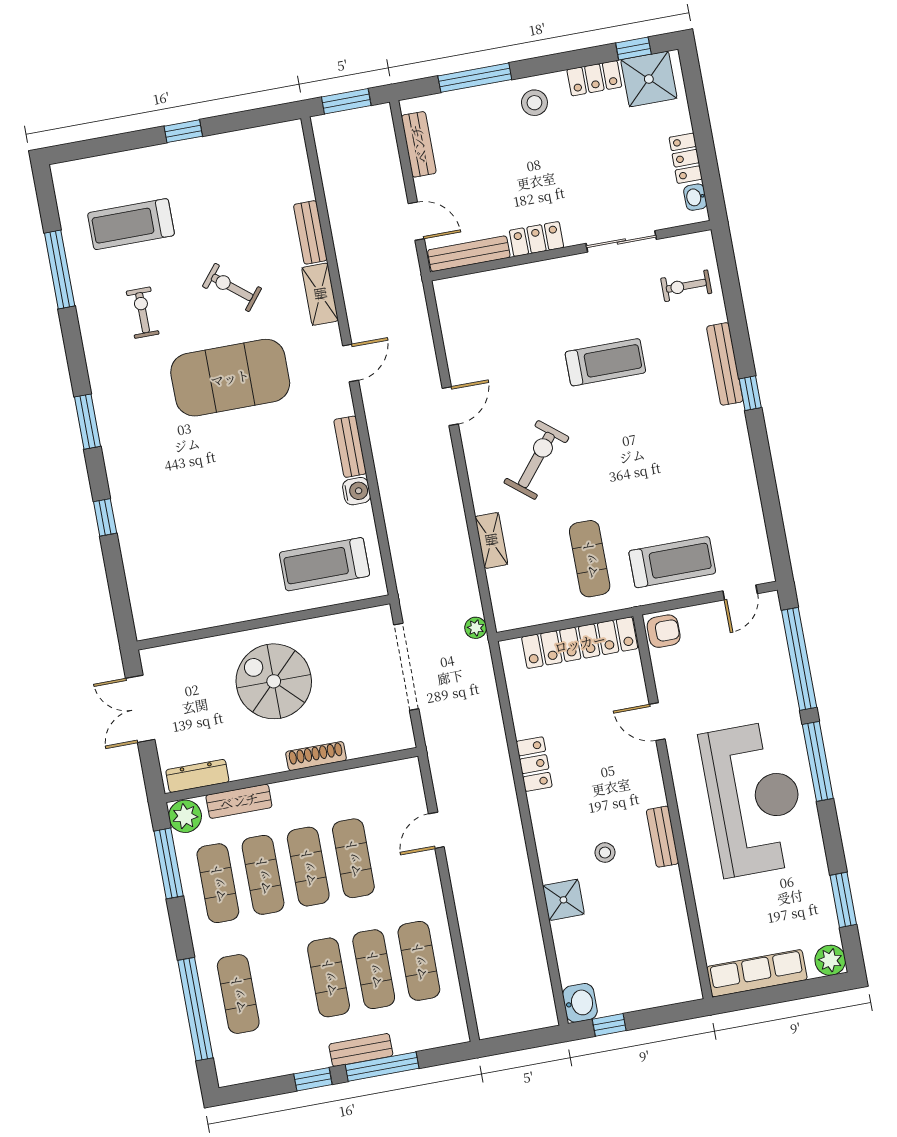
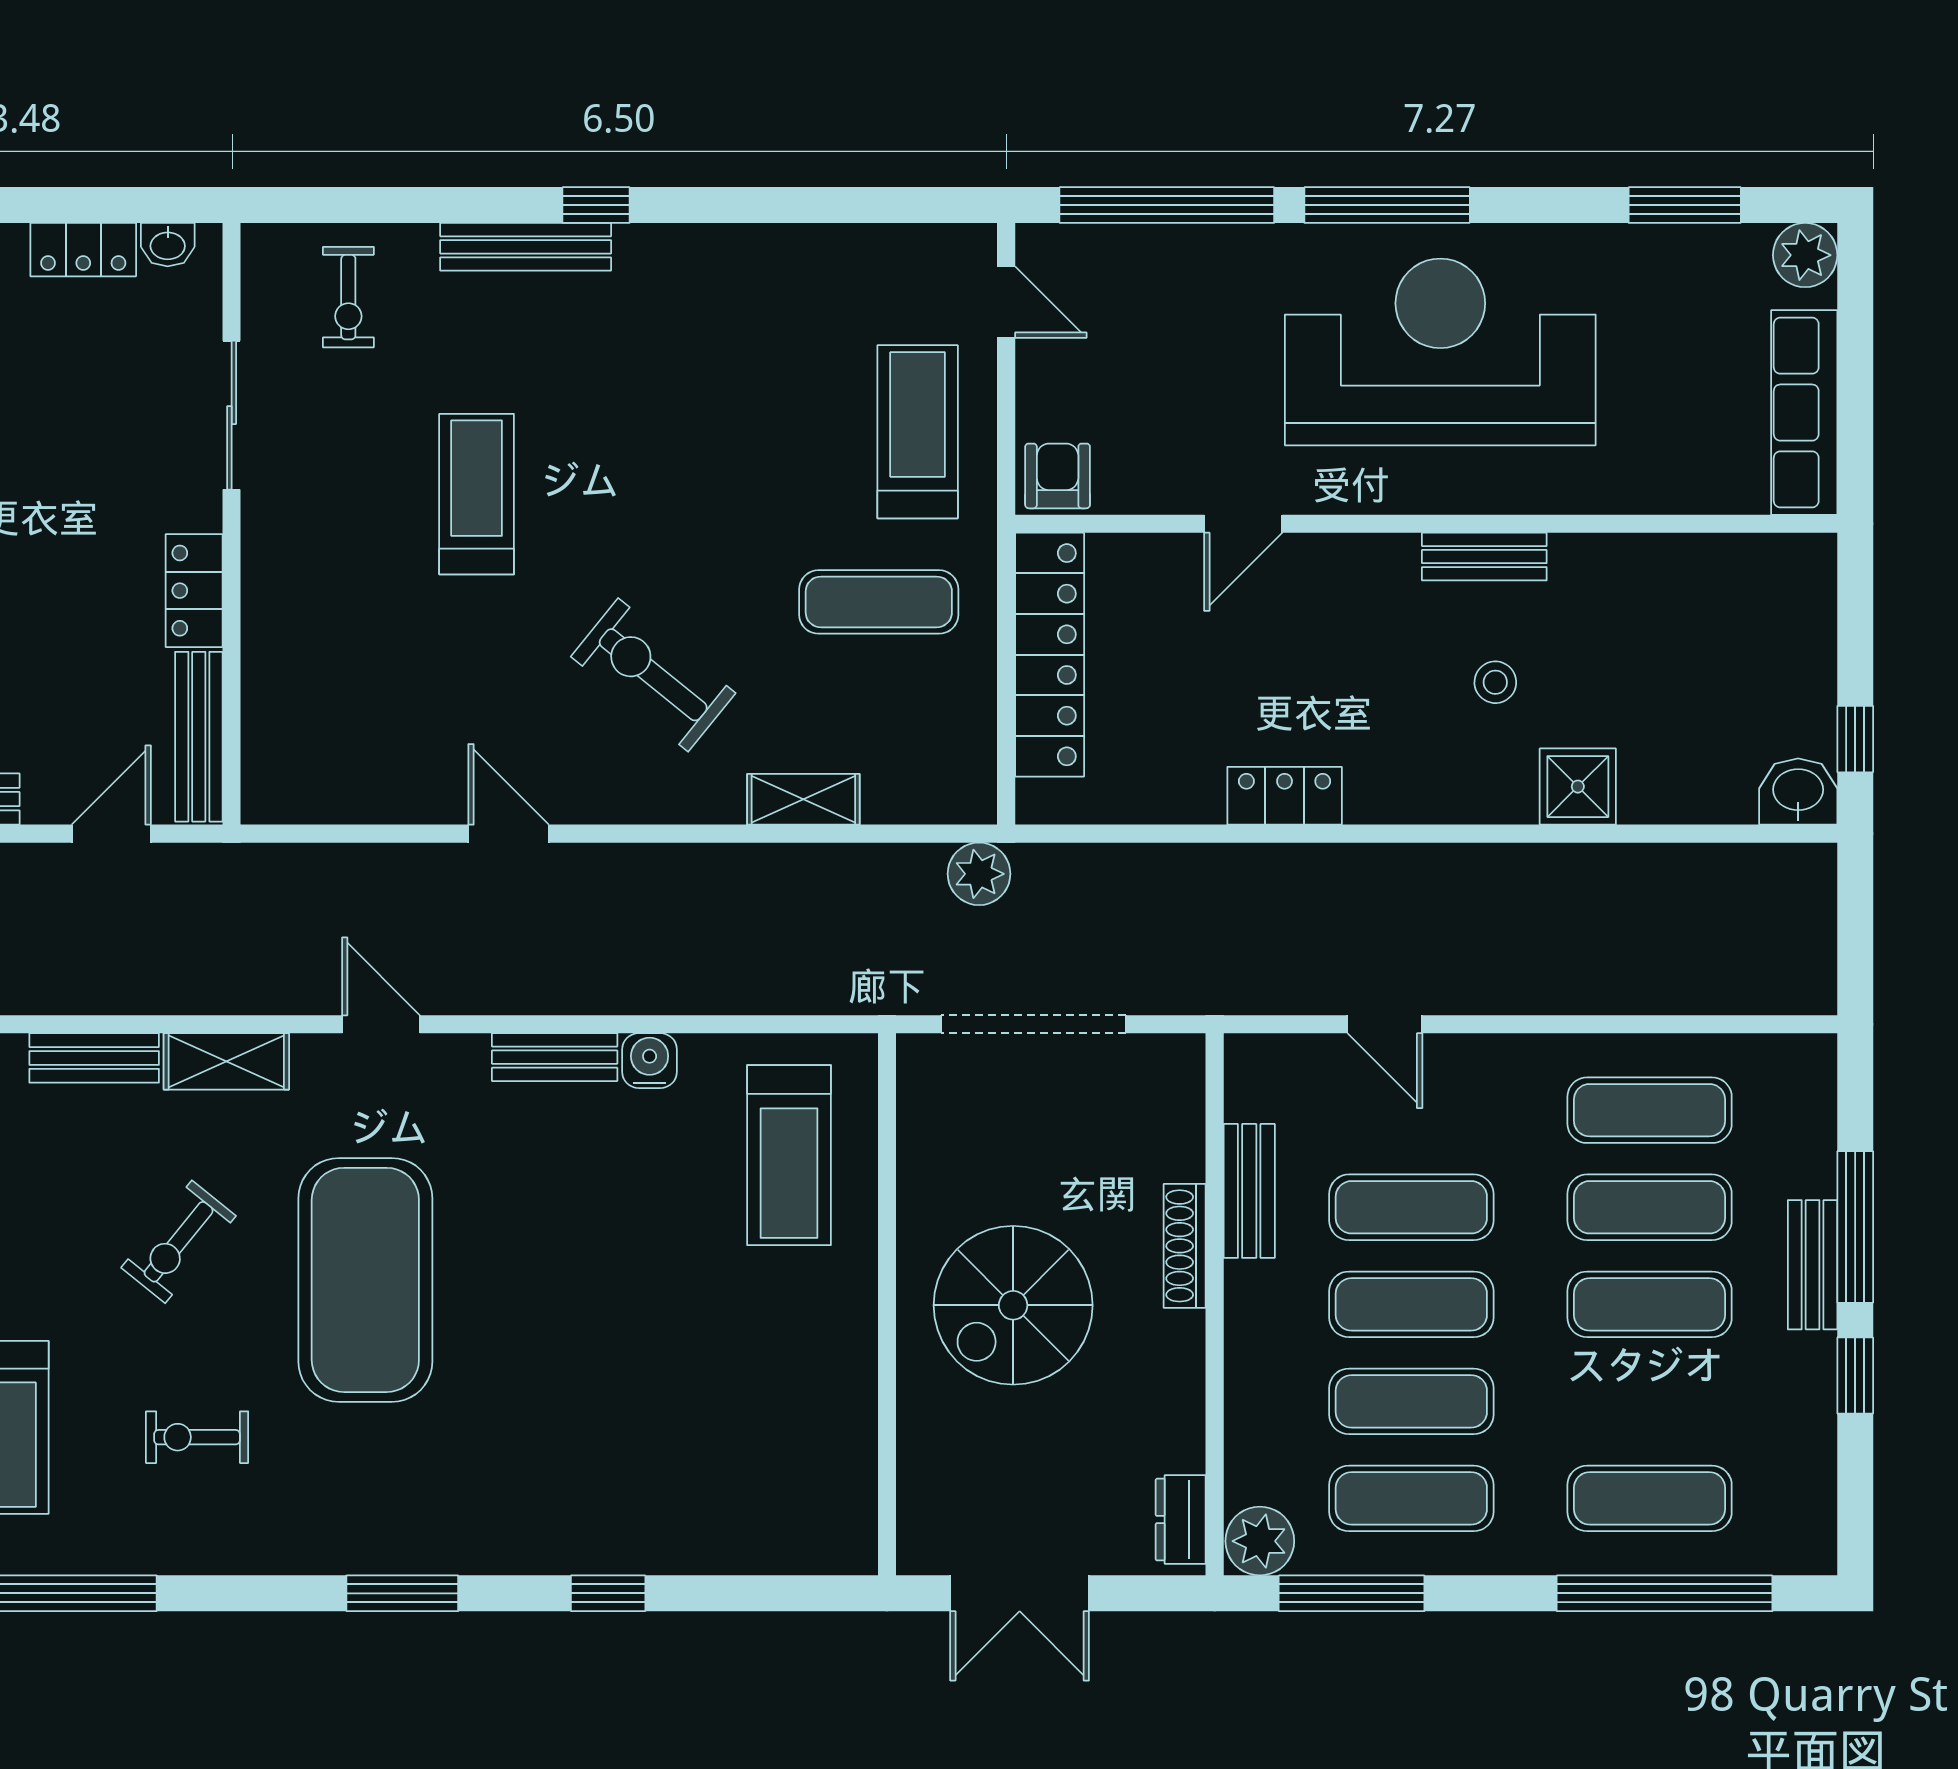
plant: (476, 628) -> (979, 874), width x1.38, depth x1.38
dresser: (197, 776) -> (1181, 1520), width x0.70
bench: (239, 801) -> (1249, 1191), moved

